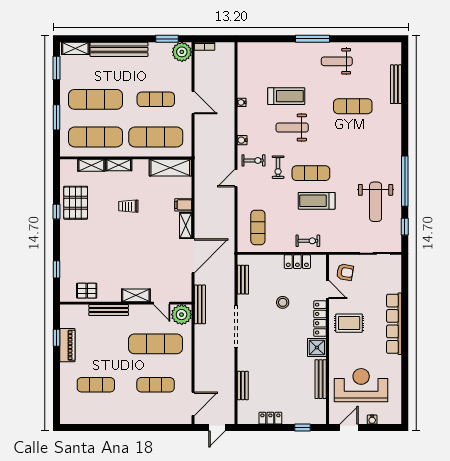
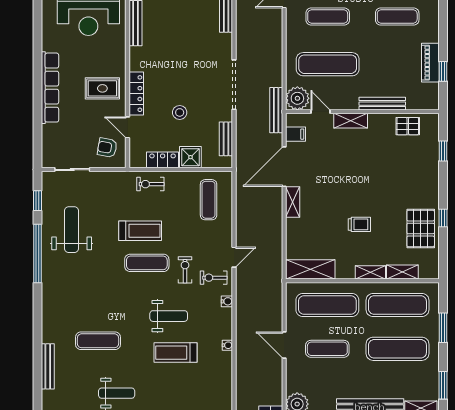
filing cabinet: (183, 205) -> (295, 134), moved
shower: (317, 347) -> (190, 157), moved

